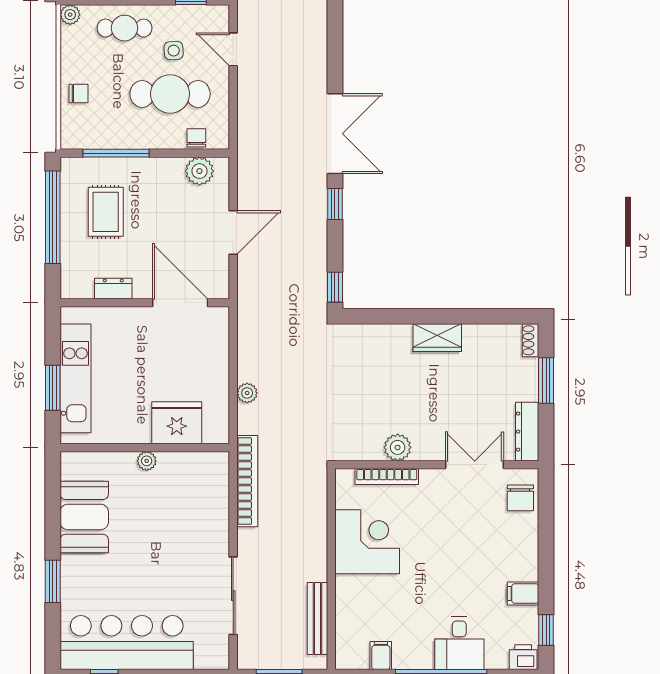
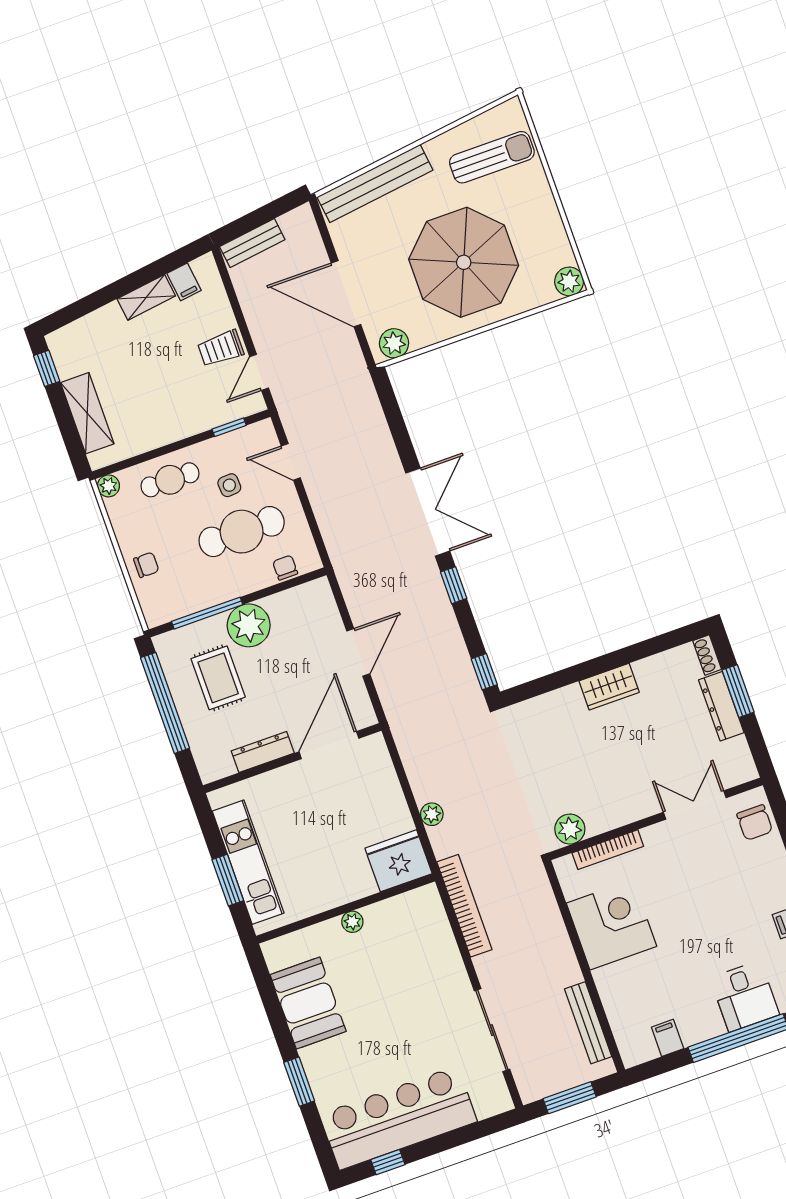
plant: (199, 171) -> (249, 625), moved, width x1.36, depth x1.36
dresser: (113, 289) -> (263, 752), width x1.44
door: (180, 303) -> (329, 745), hinge flipped
fridge: (177, 423) -> (399, 861), moved
dresser: (527, 432) -> (721, 706), moved
plant: (398, 447) -> (570, 829), moved

